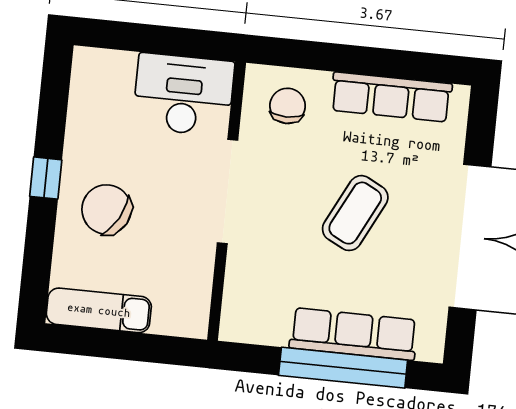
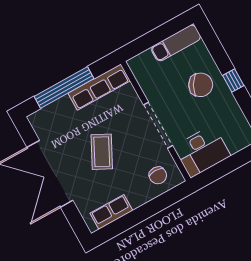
row of seats: (391, 97) -> (111, 212), width x0.68
row of seats: (353, 334) -> (99, 87), moved

